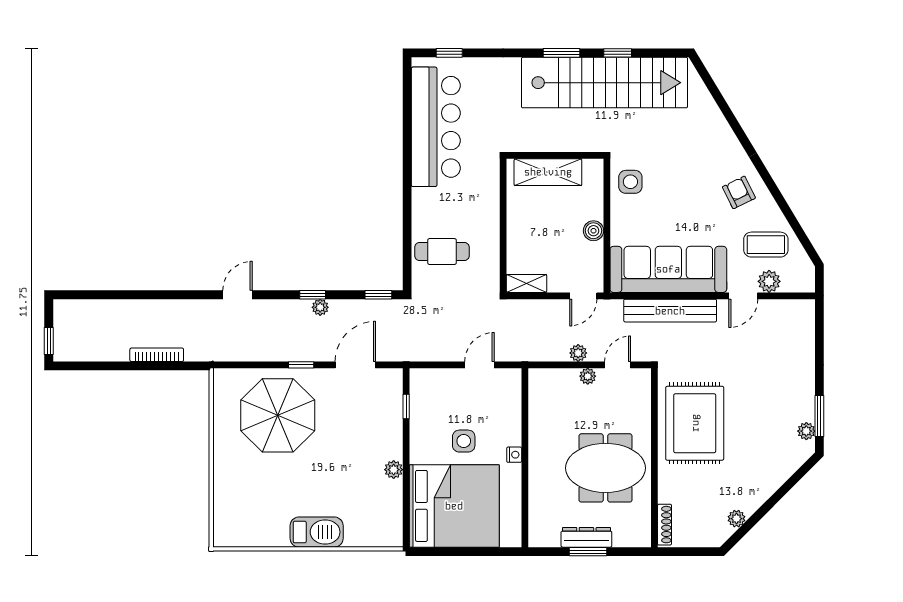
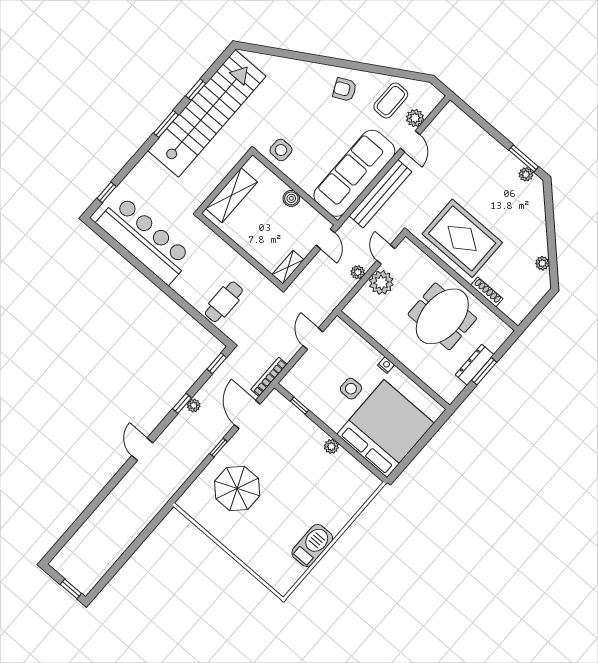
bookcase: (157, 355) -> (269, 377), moved
plant: (588, 376) -> (381, 283), width x1.88, depth x1.88
parasol: (278, 415) -> (237, 488), width x0.73, depth x0.73
shoe rack: (665, 525) -> (487, 292), moved
barbecue: (317, 532) -> (312, 545), moved

